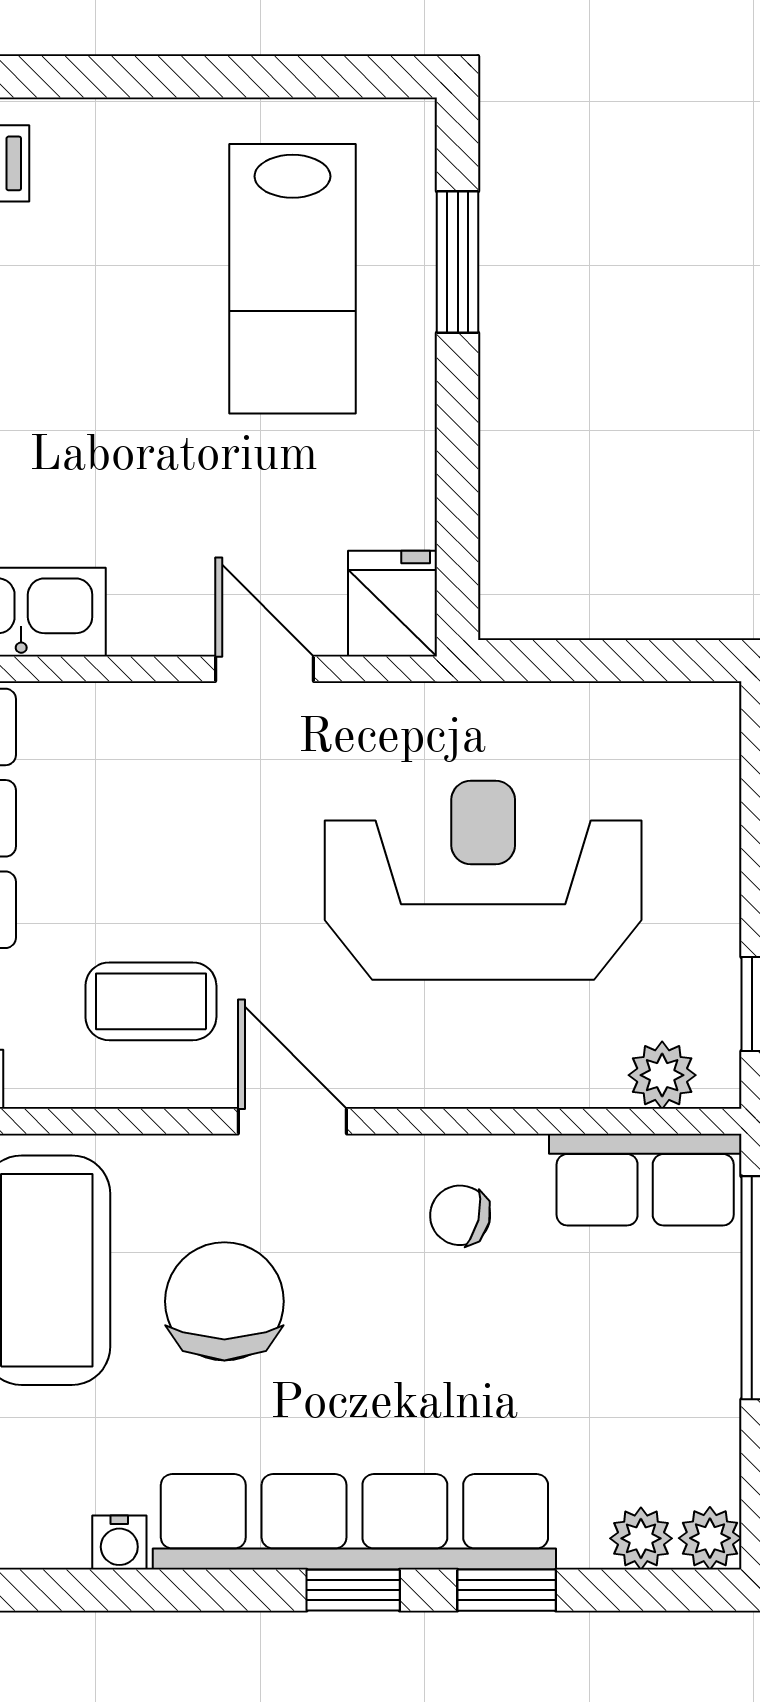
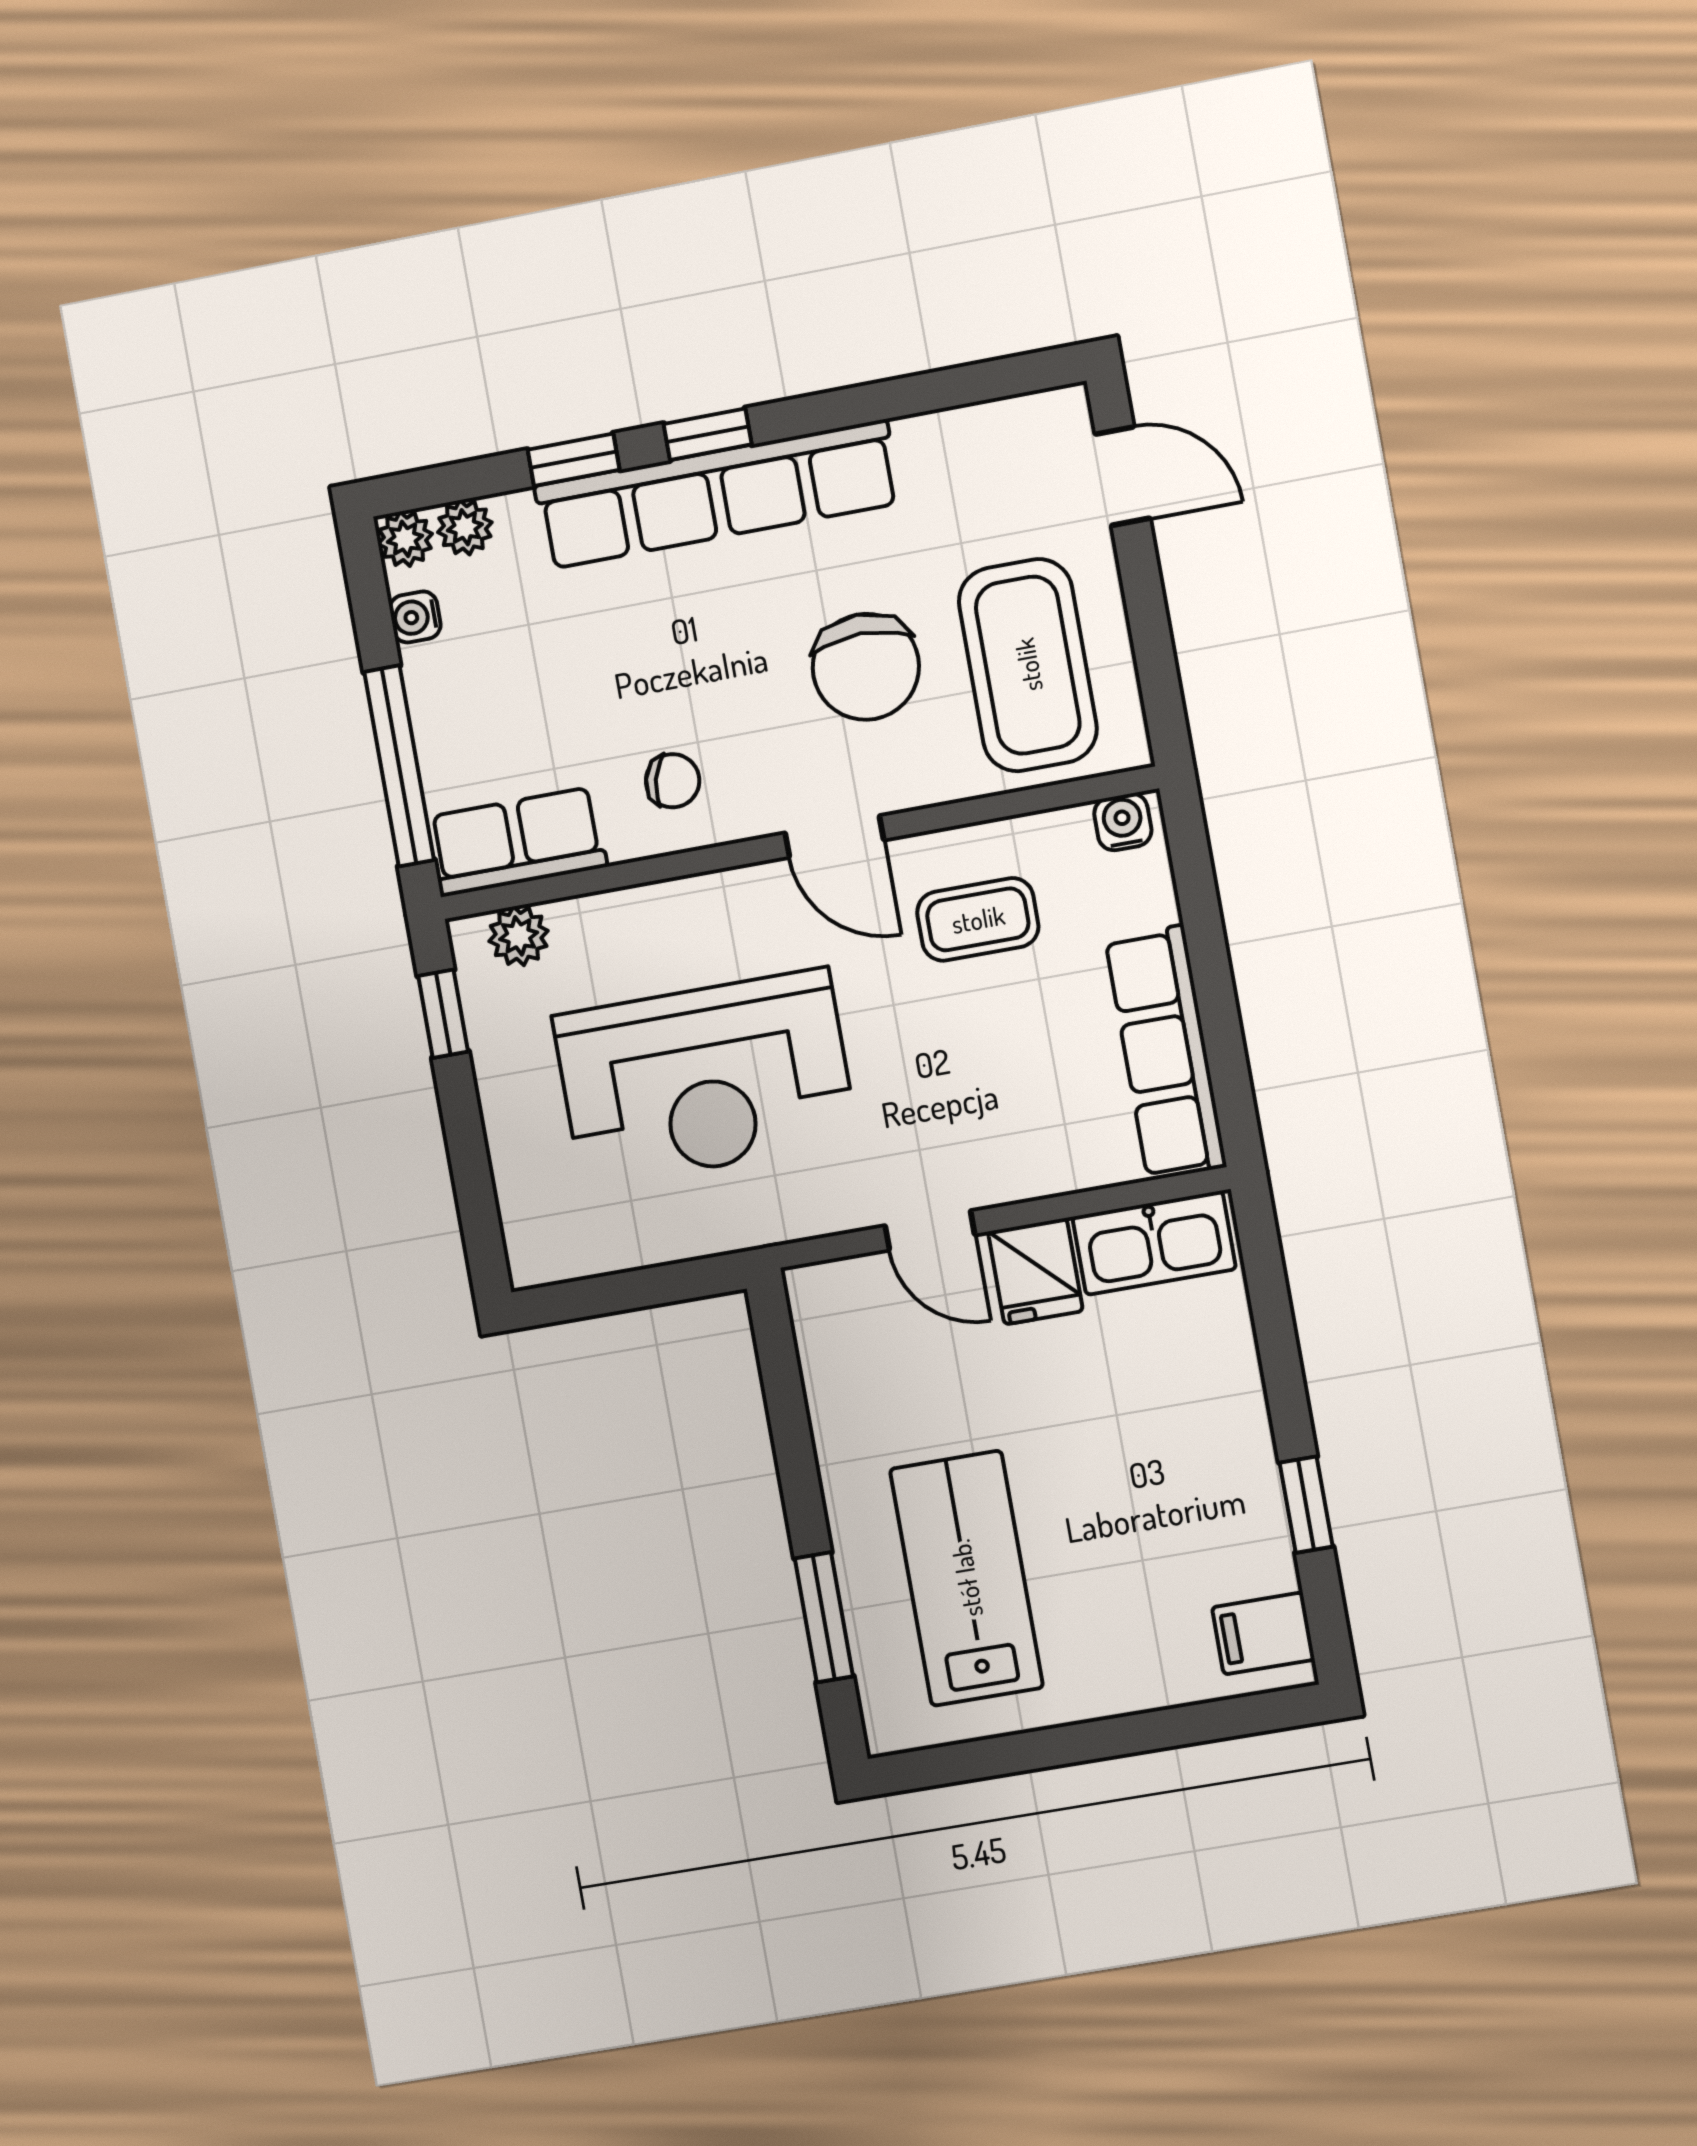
fridge: (393, 604) -> (1035, 1271), moved
water cooler: (119, 1542) -> (415, 617), moved, turned -90

